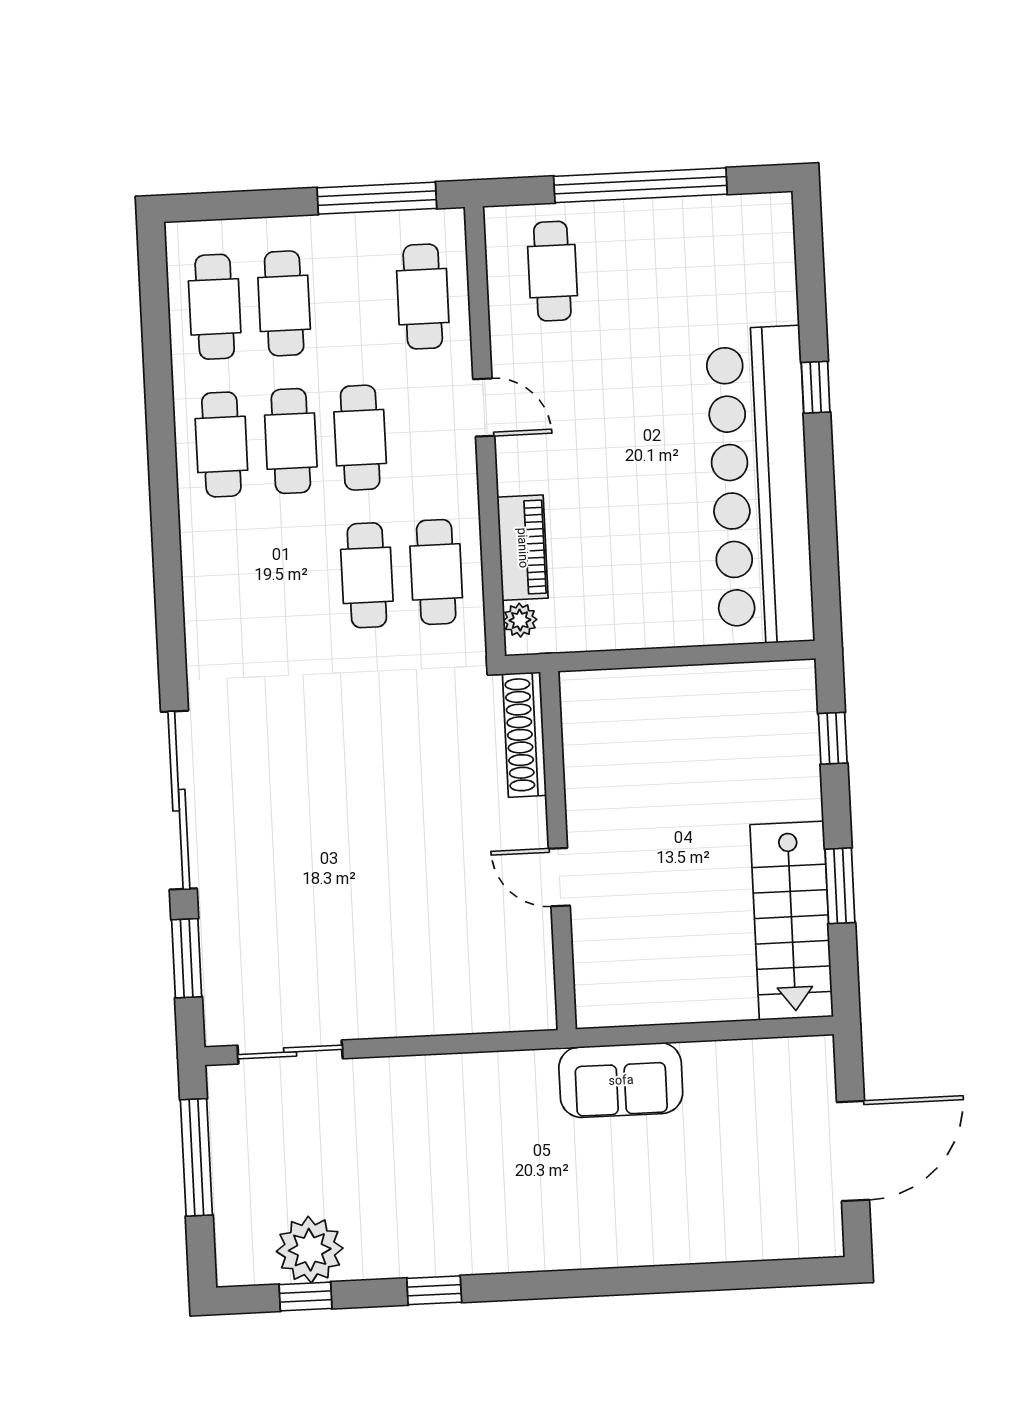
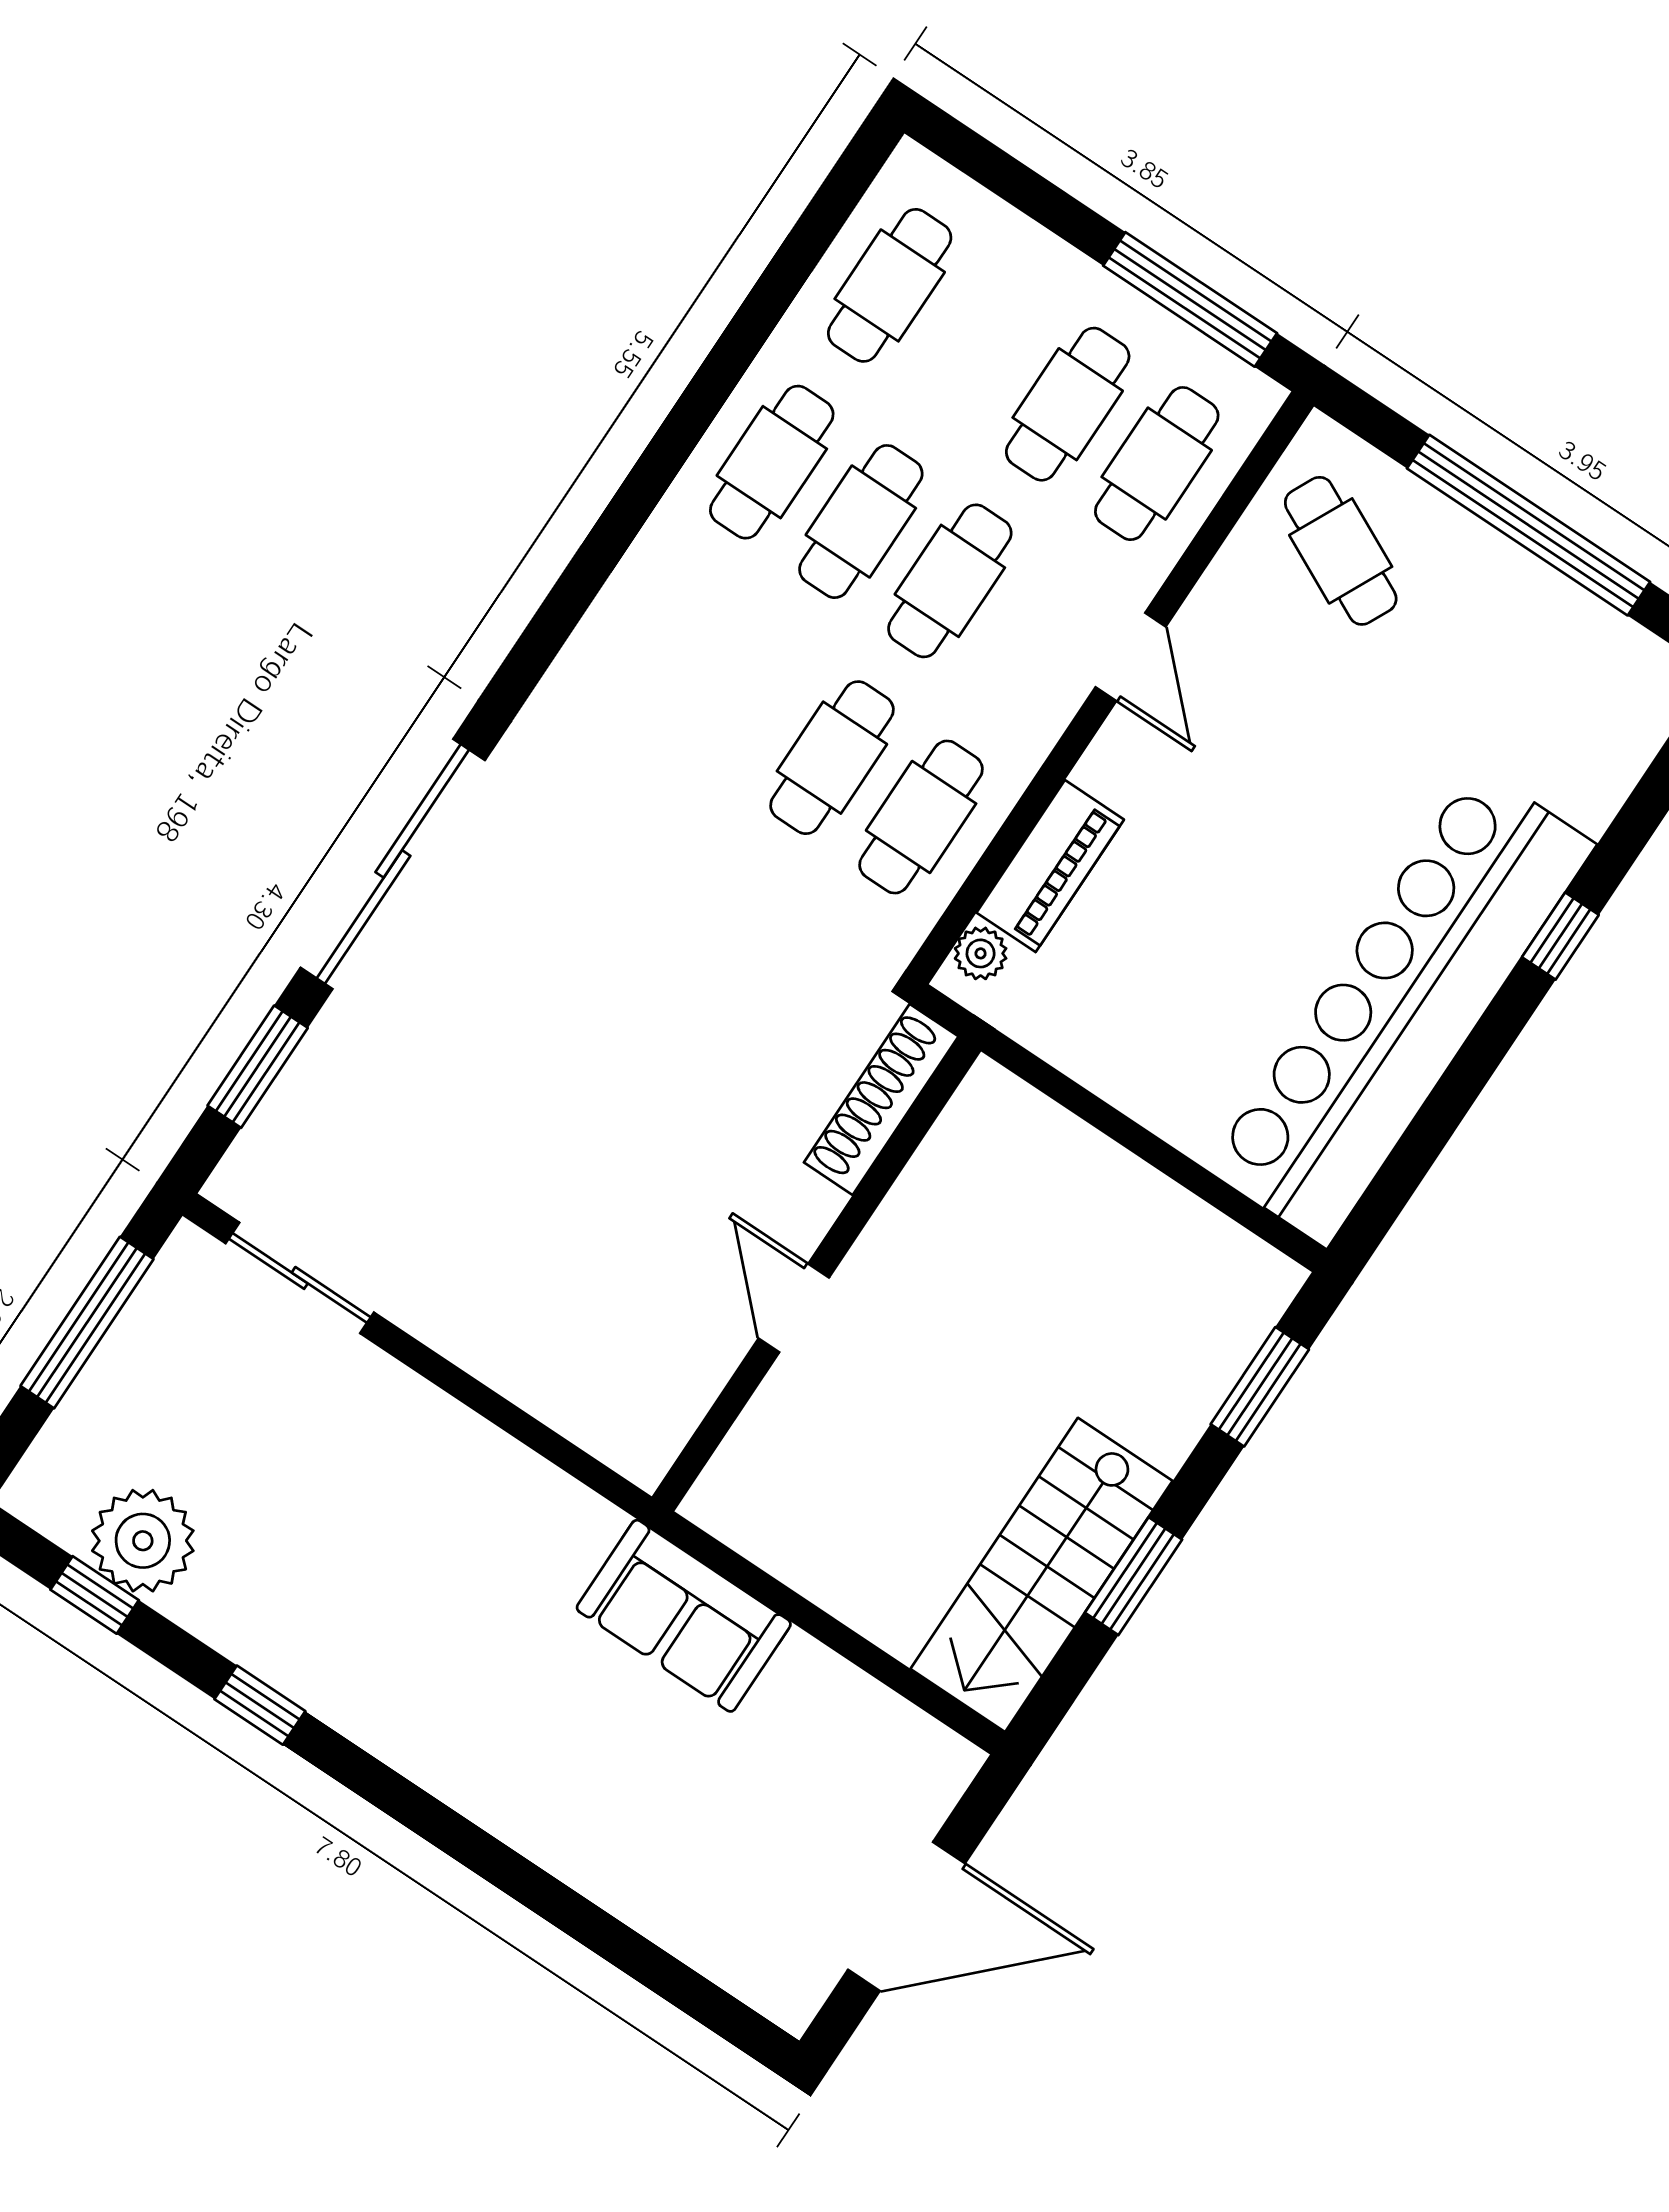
cafe table: (552, 271) -> (1341, 551), turned -64
cafe table: (284, 303) -> (1068, 404), moved
window: (833, 738) -> (1260, 1387), width x1.50

